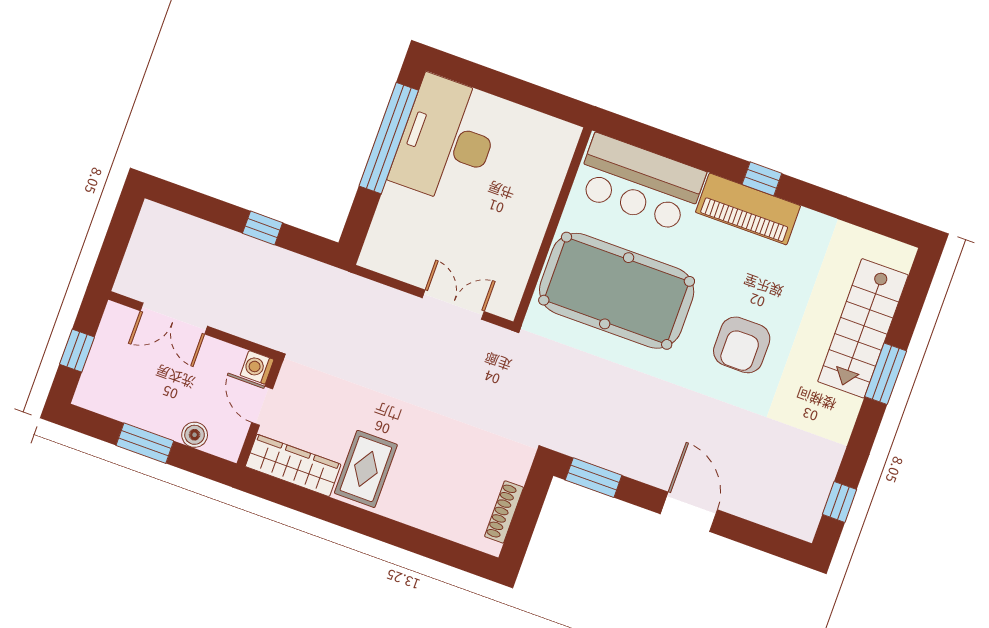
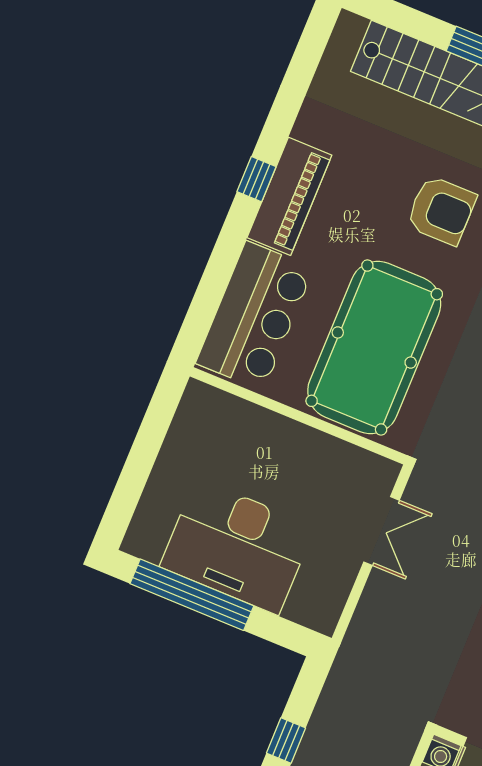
desk: (447, 140) -> (237, 547), moved
double door: (453, 305) -> (381, 531), swing flipped

